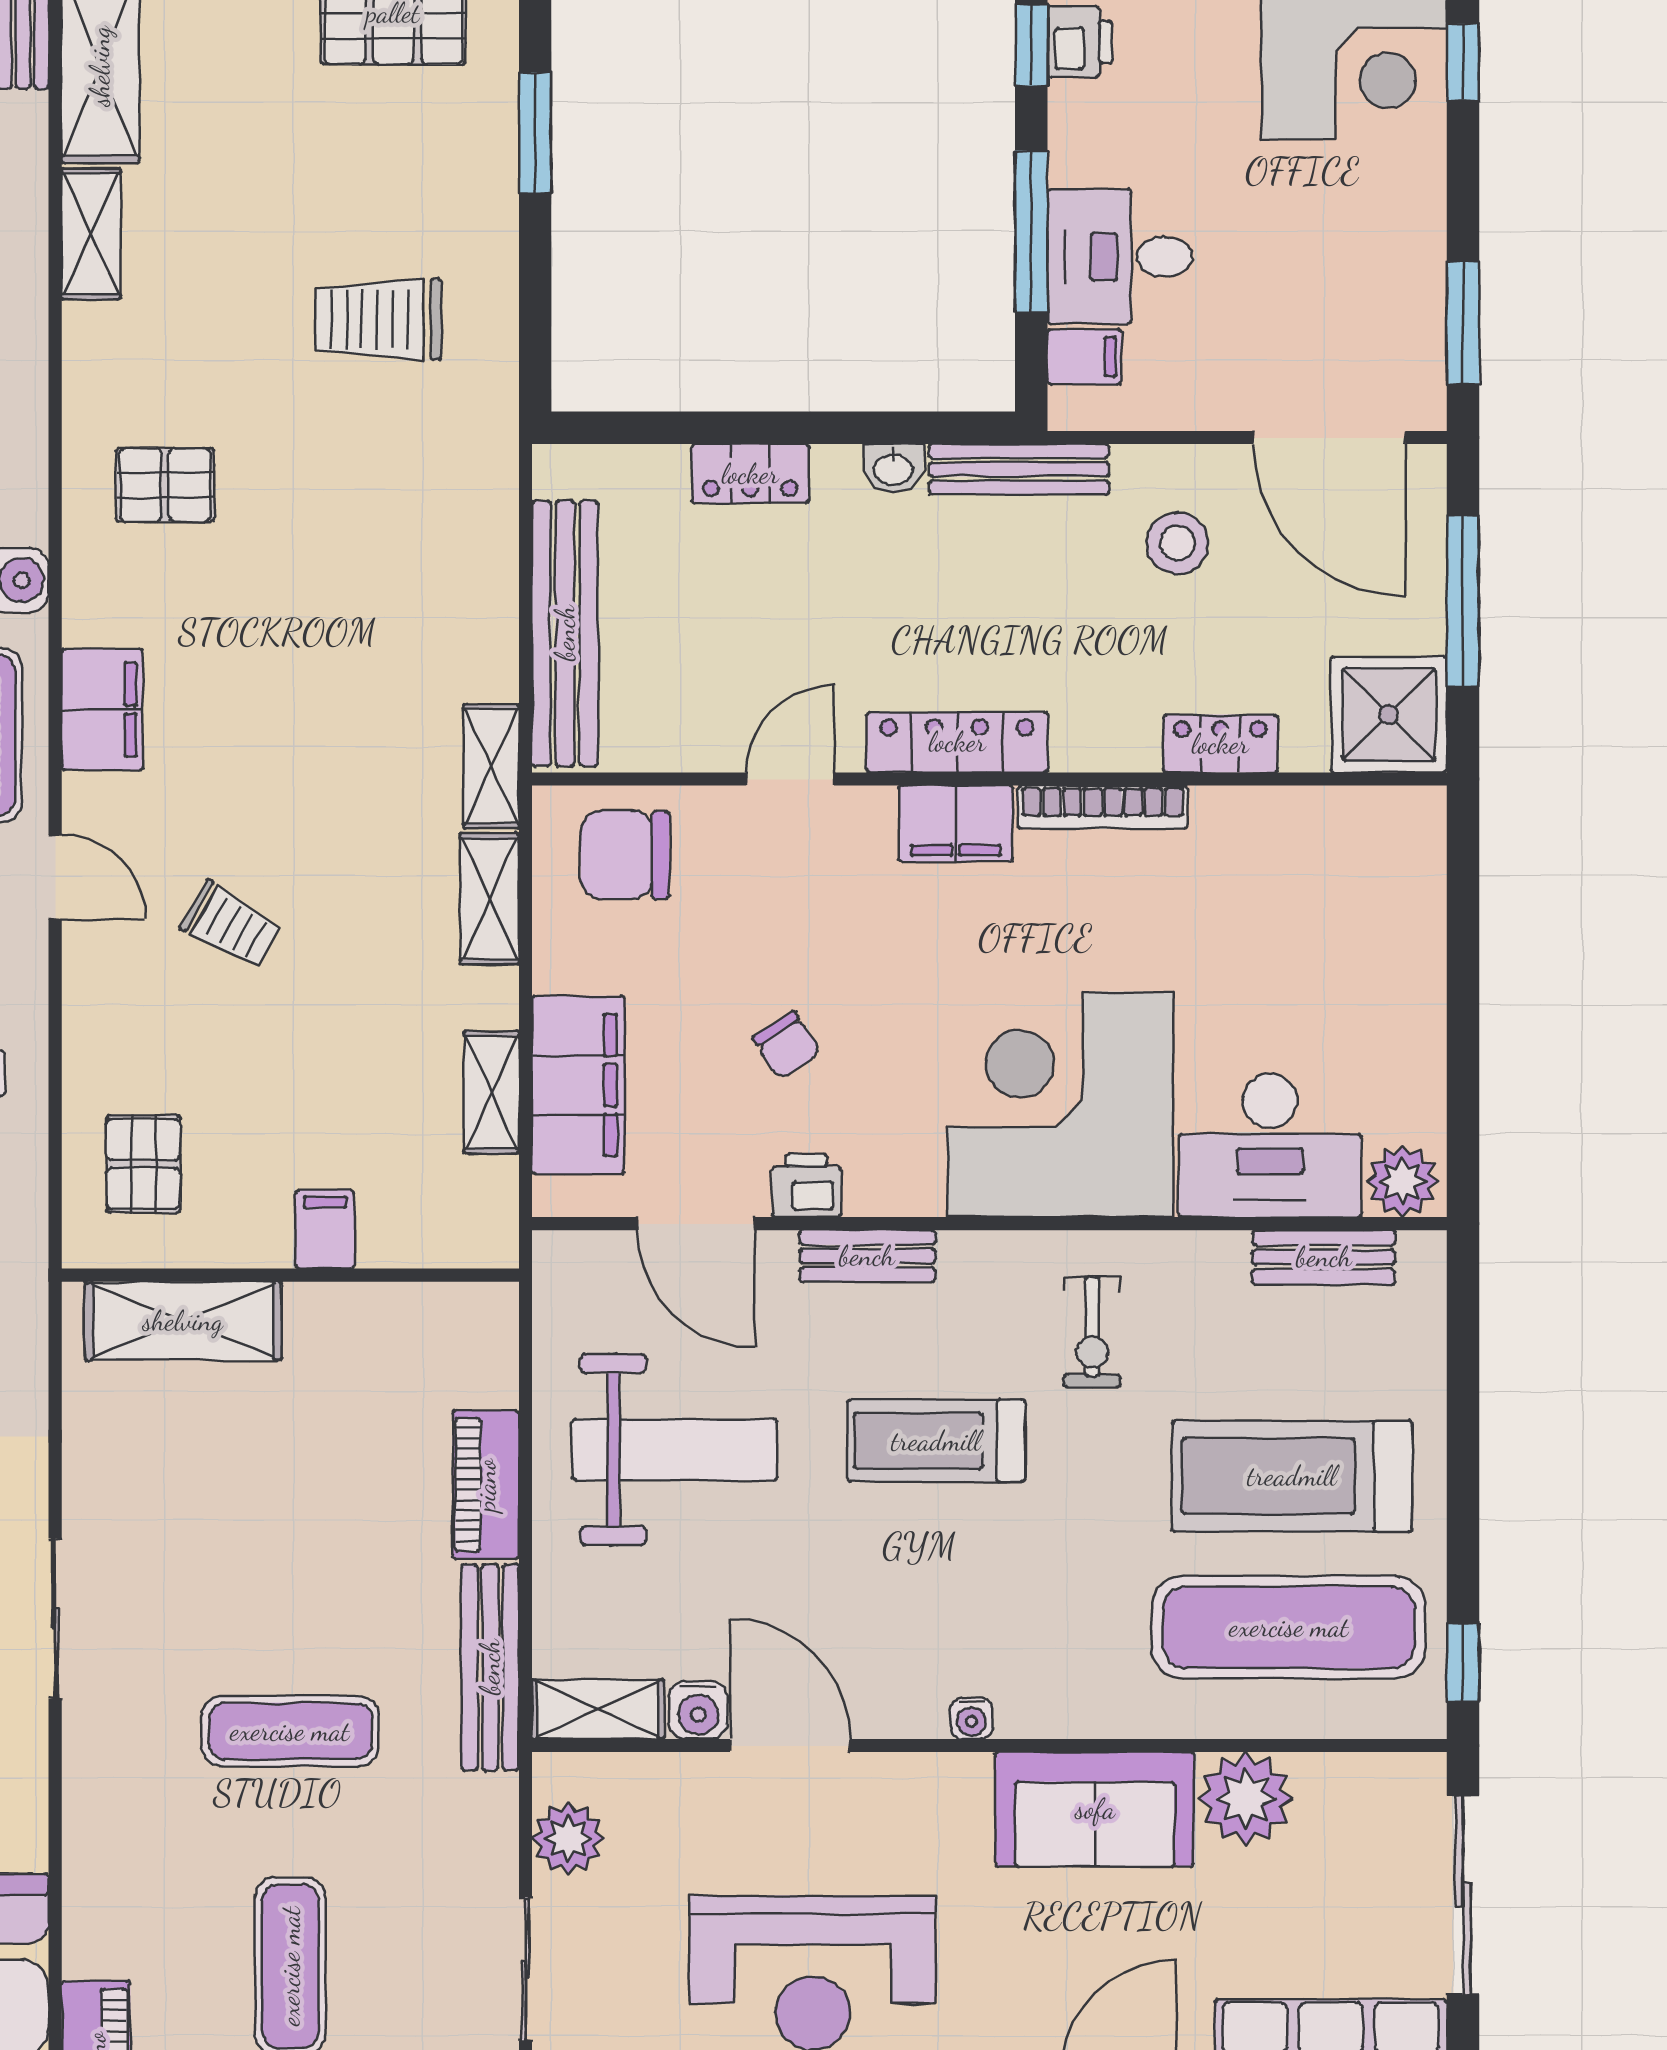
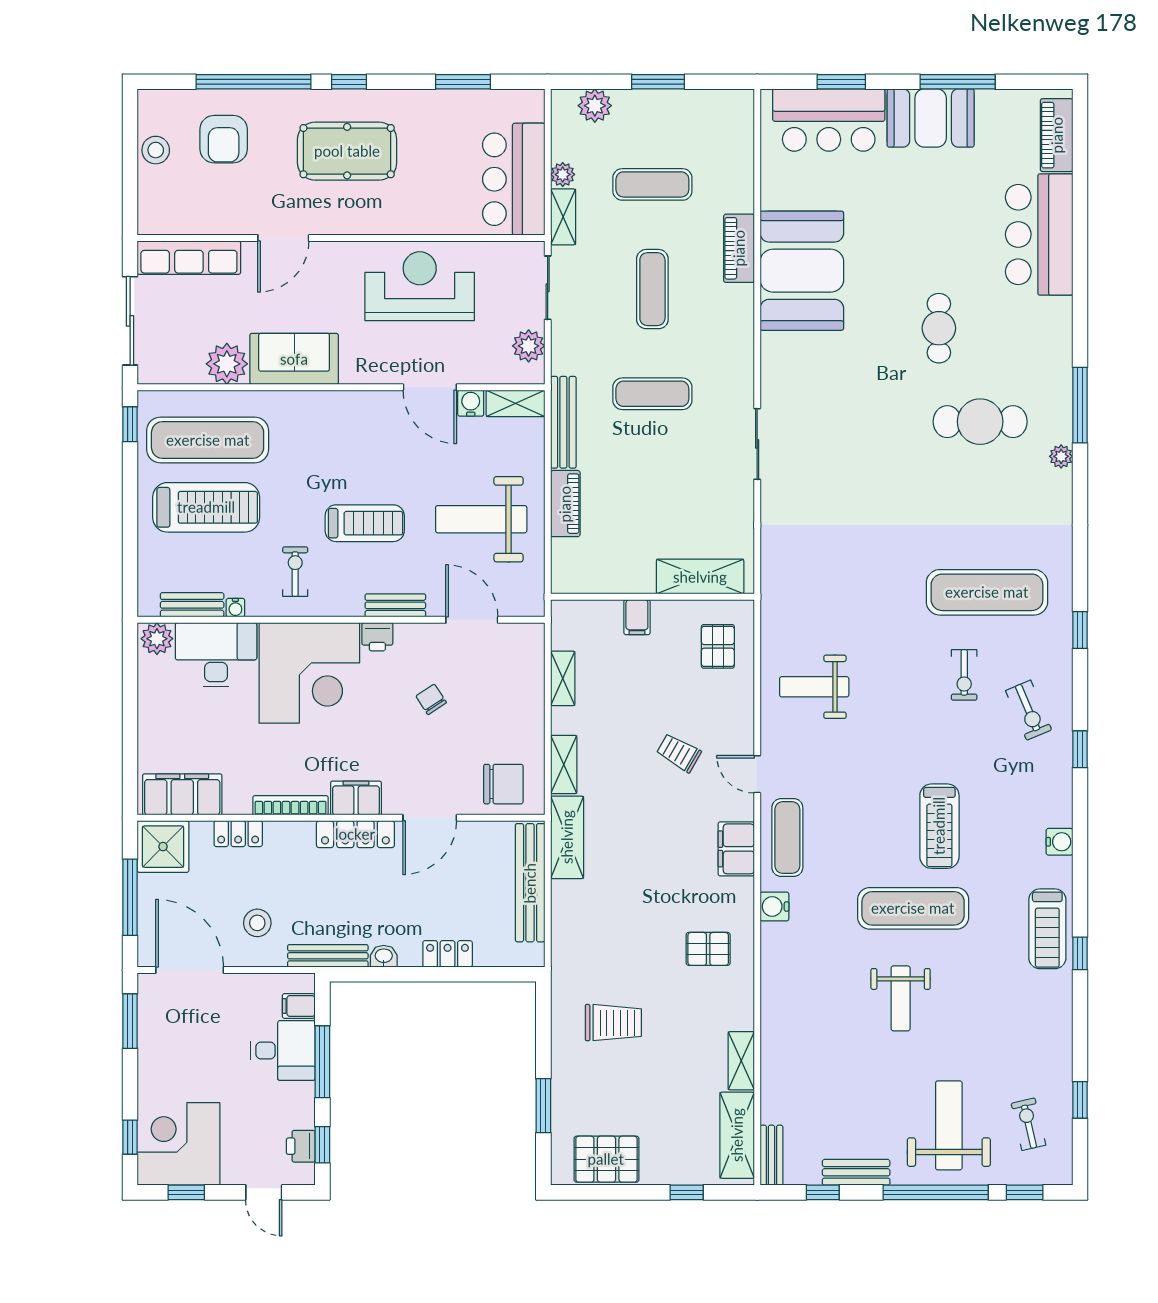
shelving: (491, 766) -> (567, 837), width x1.50, depth x1.33
door: (790, 779) -> (430, 818), width x1.37
filing cabinet: (578, 1085) -> (182, 794), moved, turned 90
printer: (806, 1186) -> (377, 637), moved
water cooler: (971, 1718) -> (235, 608), moved, turned 180

